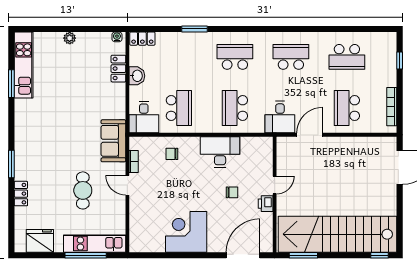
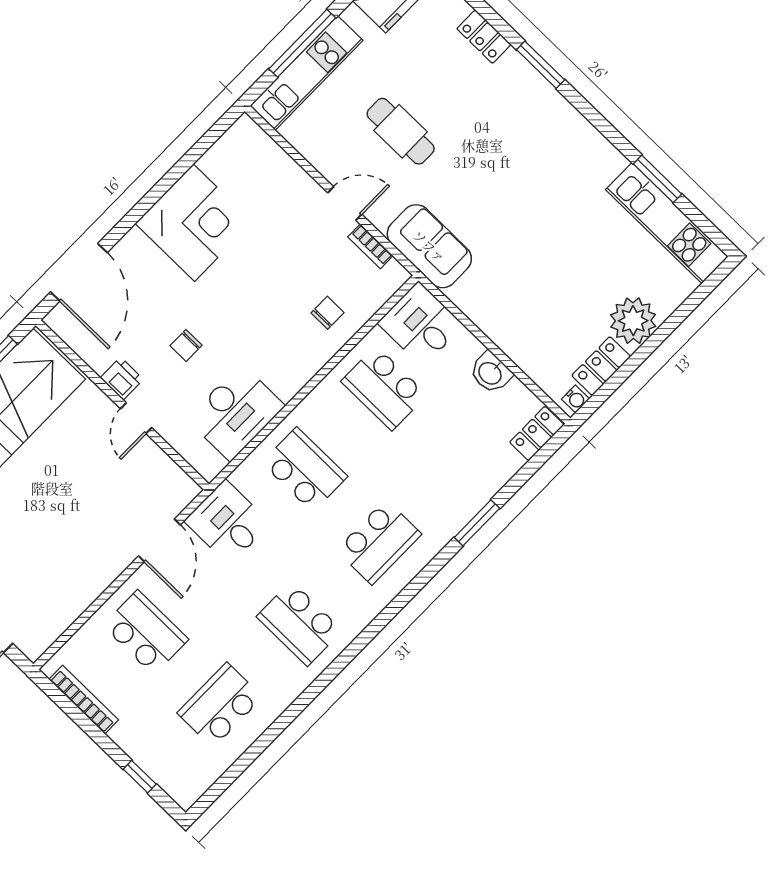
plant: (70, 38) -> (633, 321), width x1.87, depth x1.87
school desk: (291, 57) -> (299, 624), turned 90
locker: (118, 69) -> (601, 366), moved, turned -90
desk: (220, 152) -> (236, 412), moved

